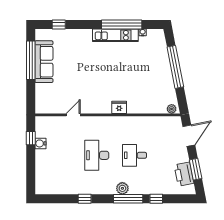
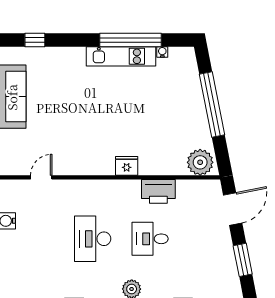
plant: (172, 109) -> (200, 162), width x1.88, depth x1.88
door: (73, 115) -> (41, 177), moved
printer: (184, 174) -> (158, 191), moved, turned -79

